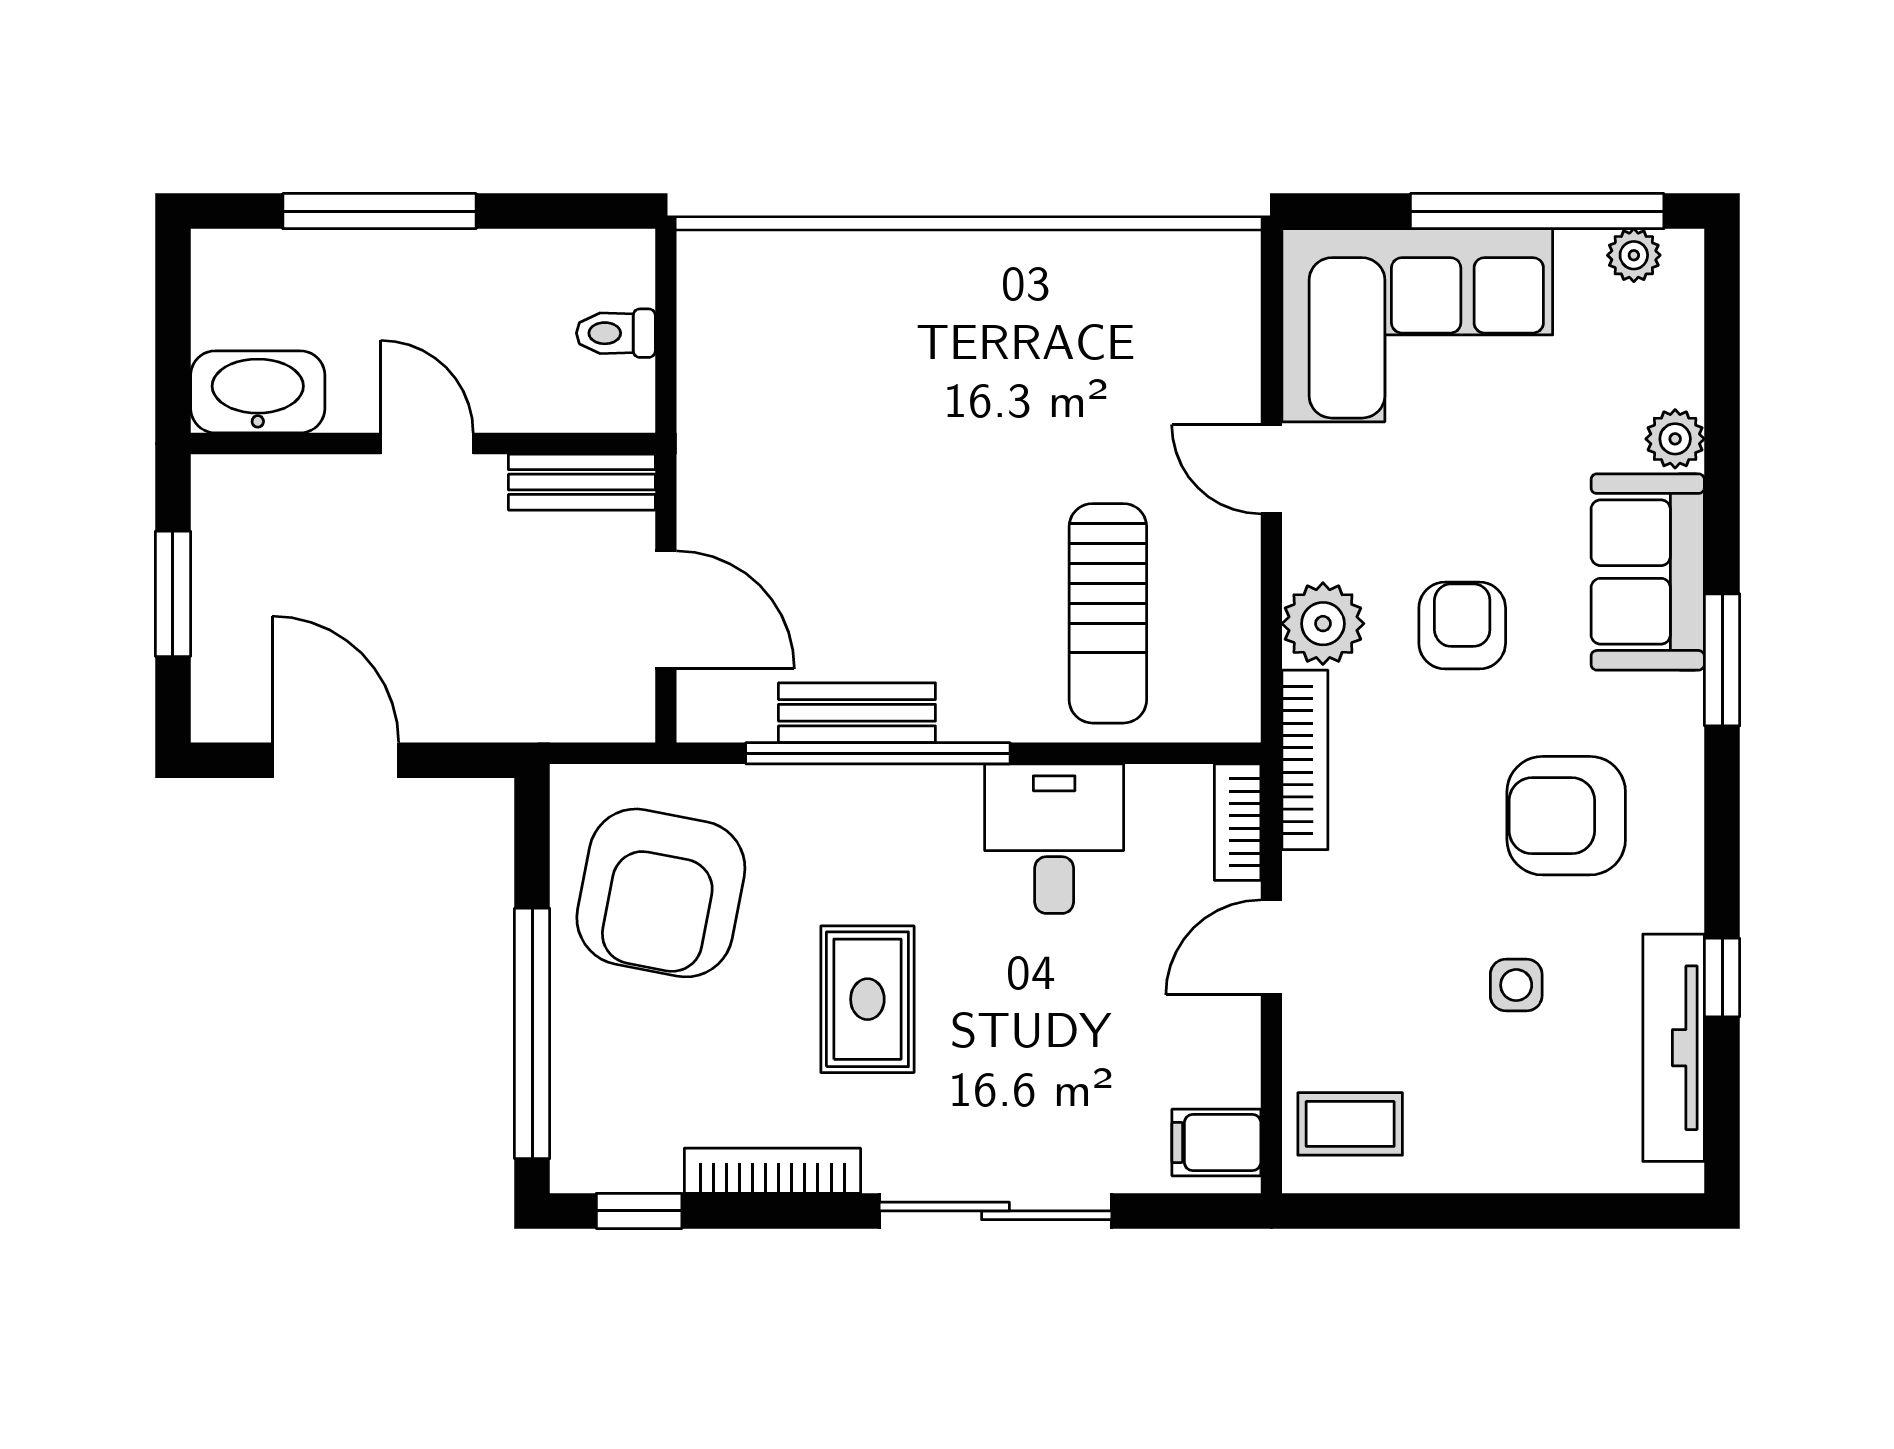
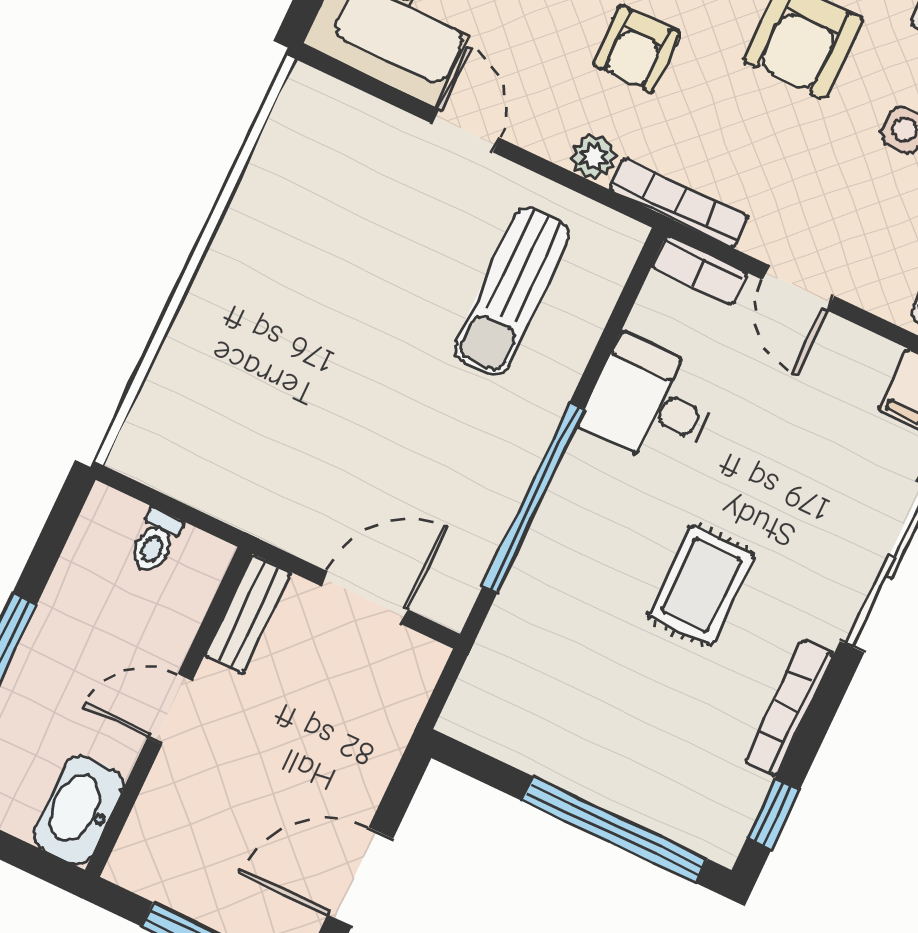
door: (1271, 469) -> (465, 130), swing flipped
sun lounger: (1108, 613) -> (512, 291), turned 90
plant: (1323, 624) -> (594, 157), width x0.73, depth x0.73
armchair: (1462, 626) -> (637, 49), turned -90
bench: (857, 713) -> (498, 499), removed
armchair: (661, 893) -> (559, 694), removed
rug: (867, 999) -> (701, 585), turned 90

